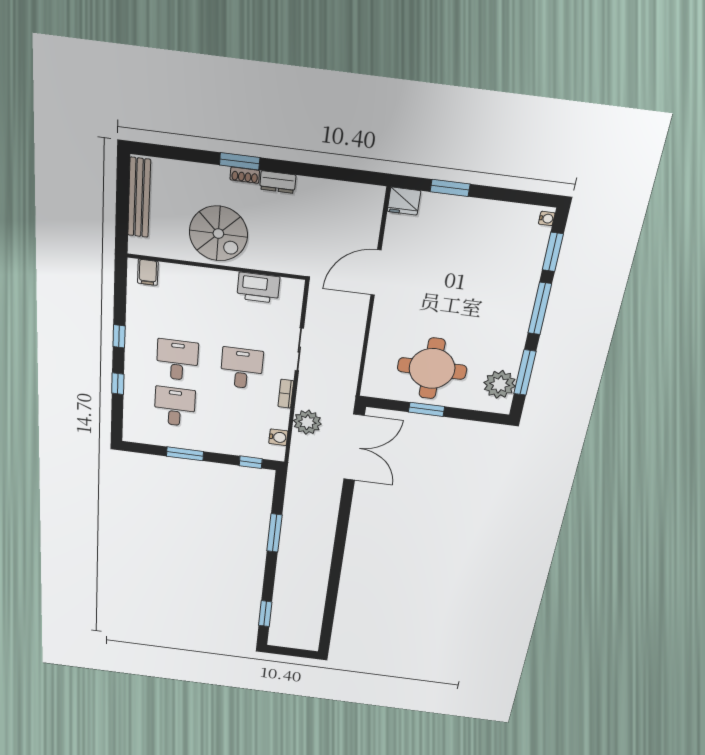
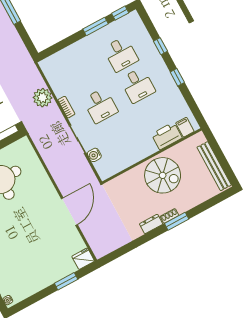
spiral stairs: (218, 234) -> (163, 175), turned 180
printer: (258, 288) -> (167, 136), moved
water cooler: (278, 437) -> (94, 155), moved
window: (251, 462) -> (120, 13), moved

